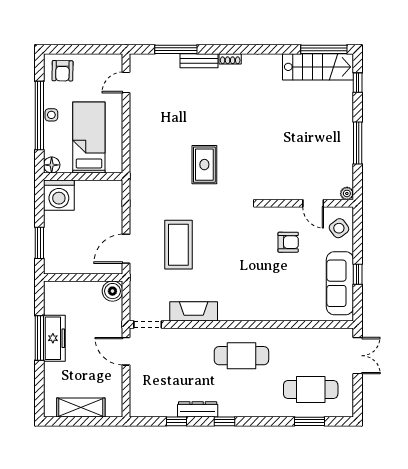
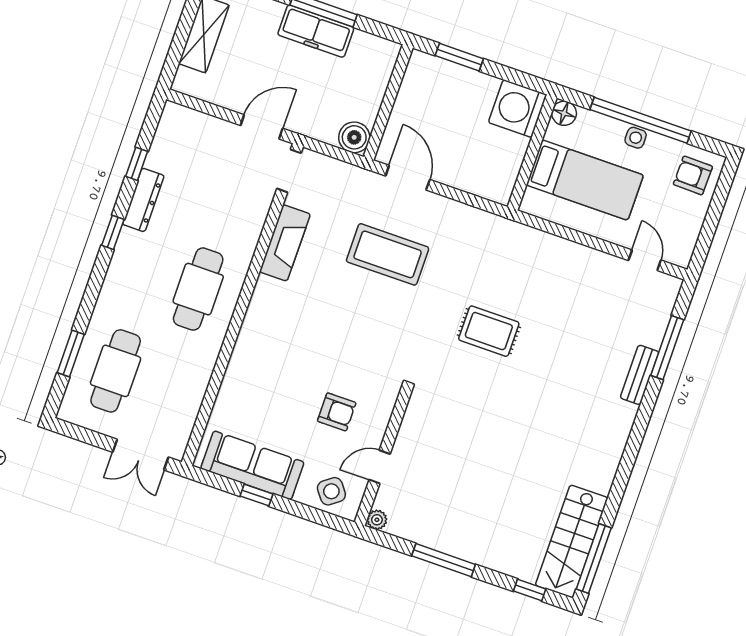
shoe rack: (230, 59) -> (627, 420), removed
armchair: (288, 242) -> (337, 412), turned -90

